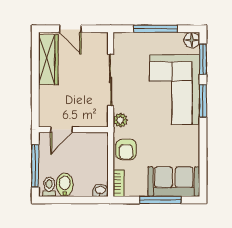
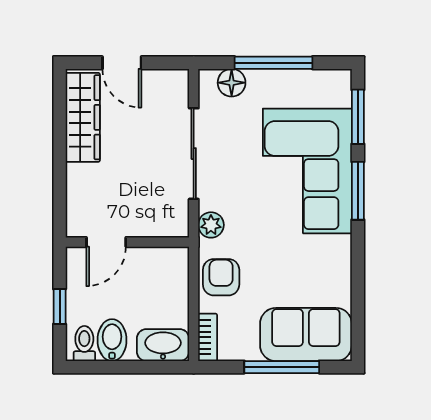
floor lamp: (192, 40) -> (232, 83), moved
armchair: (126, 149) -> (221, 277), turned 180
window: (35, 166) -> (60, 306), width x0.46
washbasin: (100, 190) -> (163, 345), width x1.91, depth x1.45

